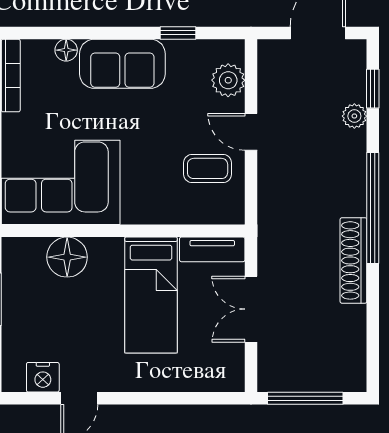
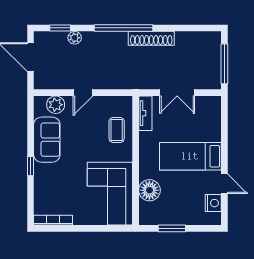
window: (178, 33) -> (31, 166), moved
floor lamp: (66, 50) -> (40, 191), removed
sofa: (122, 64) -> (47, 140), moved
coffee table: (208, 168) -> (117, 130), moved
bed: (151, 295) -> (190, 156), moved, turned 180

